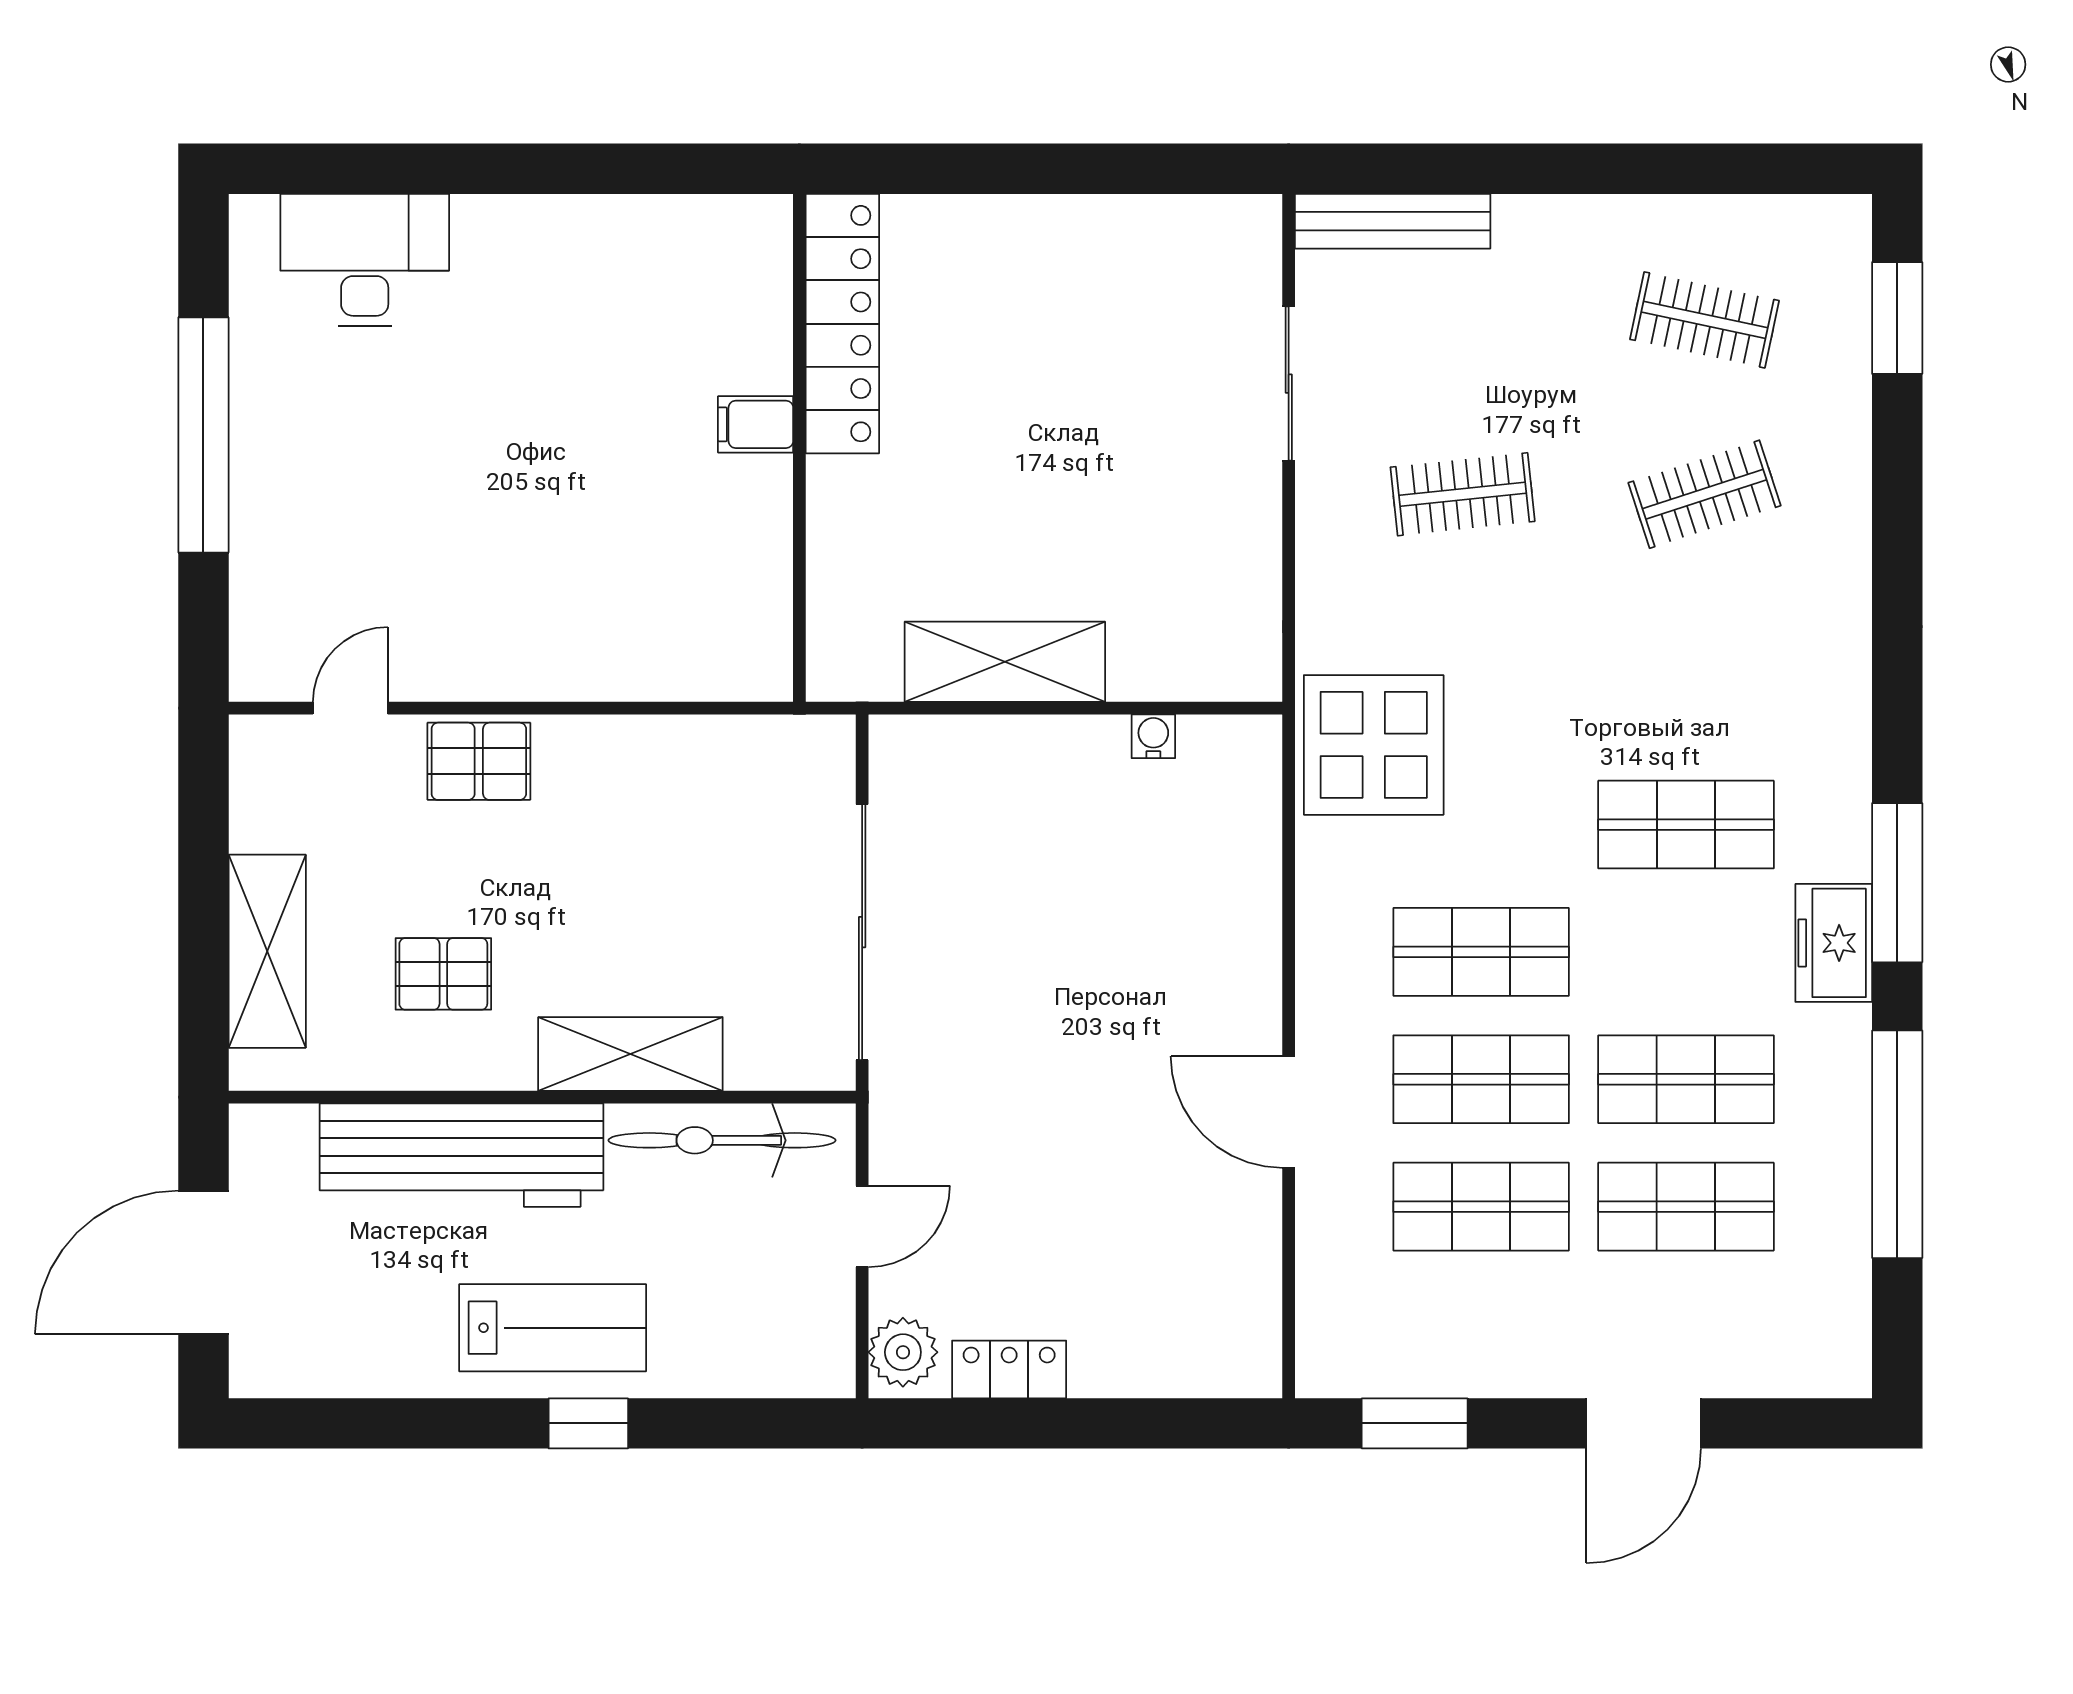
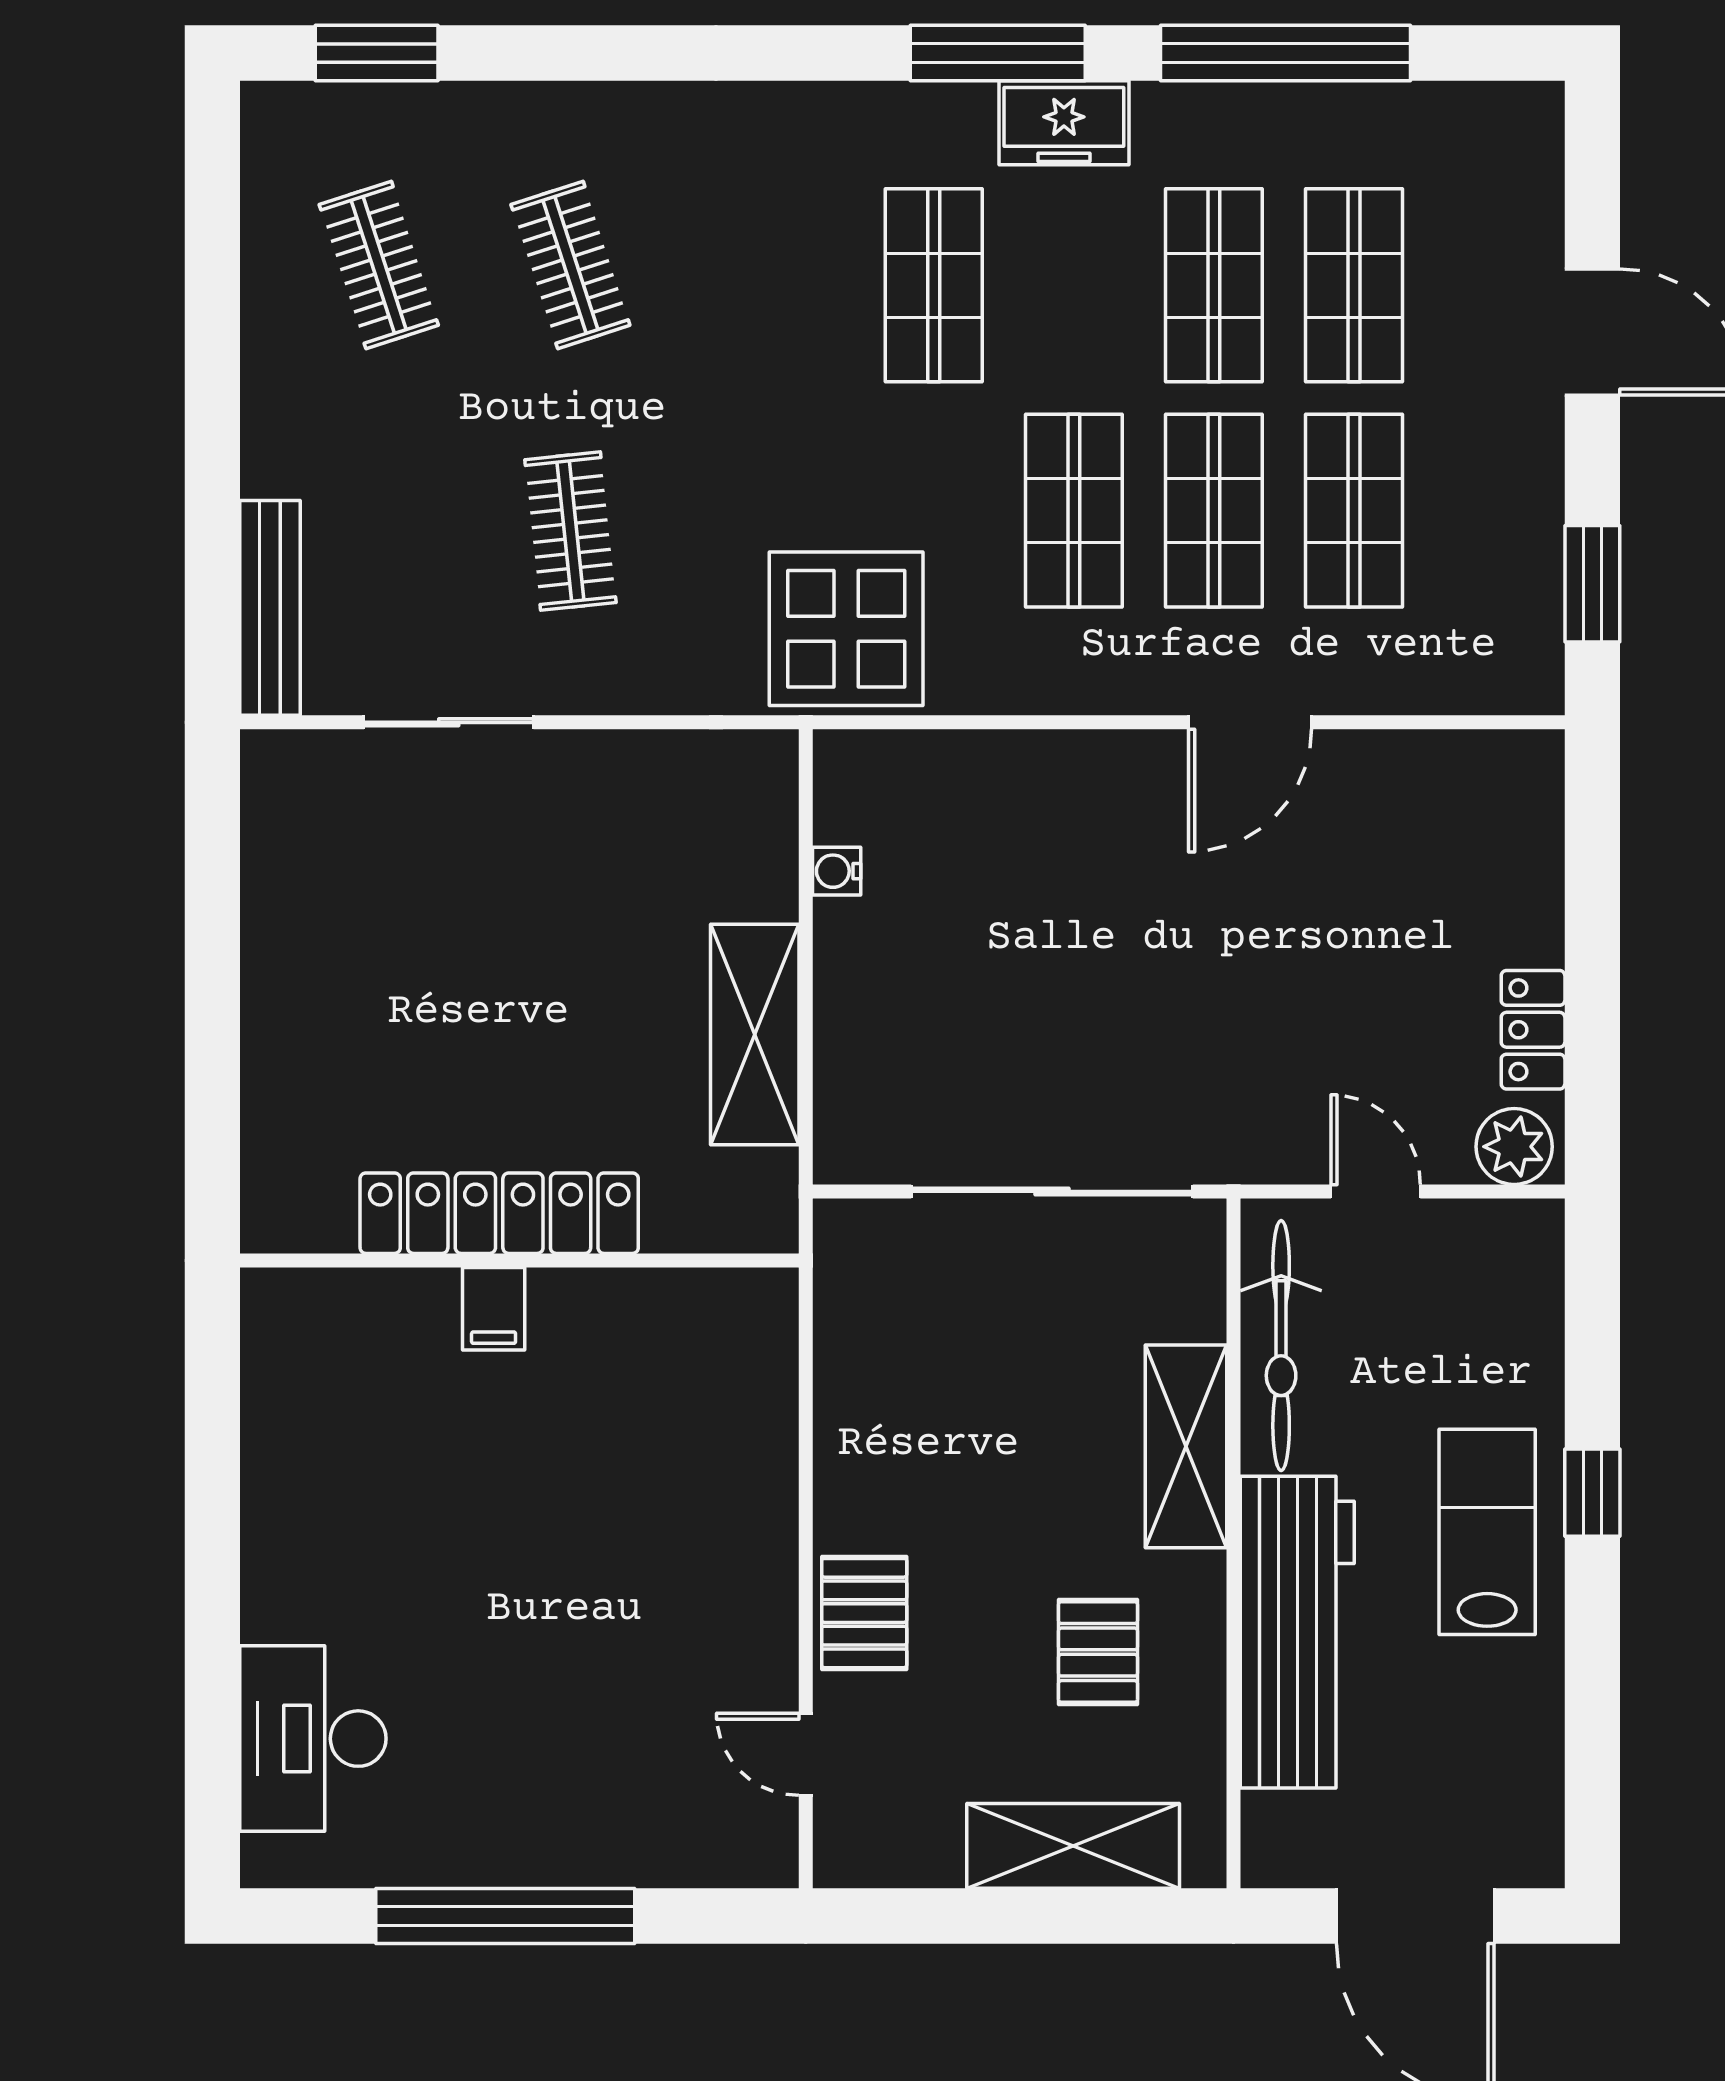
clothes rail: (1705, 320) -> (379, 265), turned -30
locker: (842, 324) -> (499, 1213), moved

